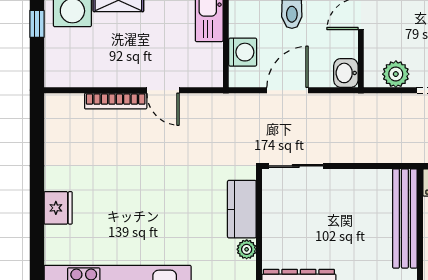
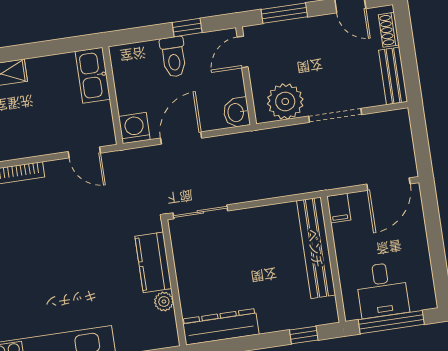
washing machine: (243, 52) -> (134, 128), moved, turned -90
plant: (396, 74) -> (285, 101), width x1.36, depth x1.36
door: (163, 90) -> (84, 152), moved

